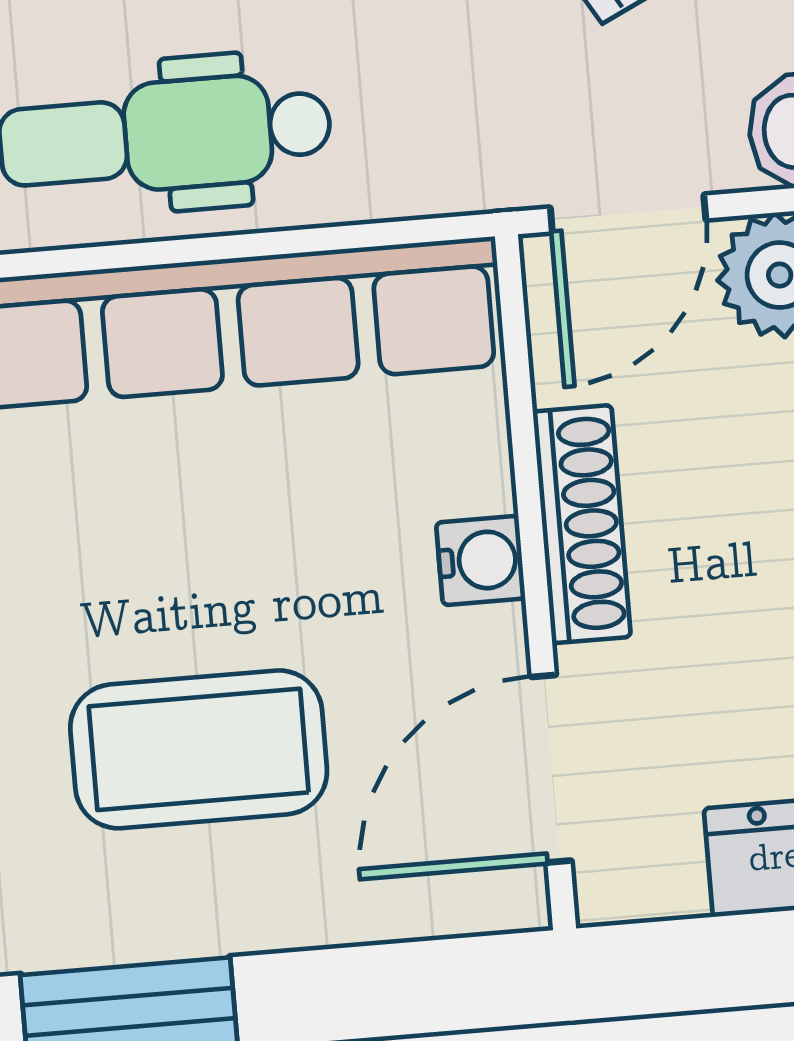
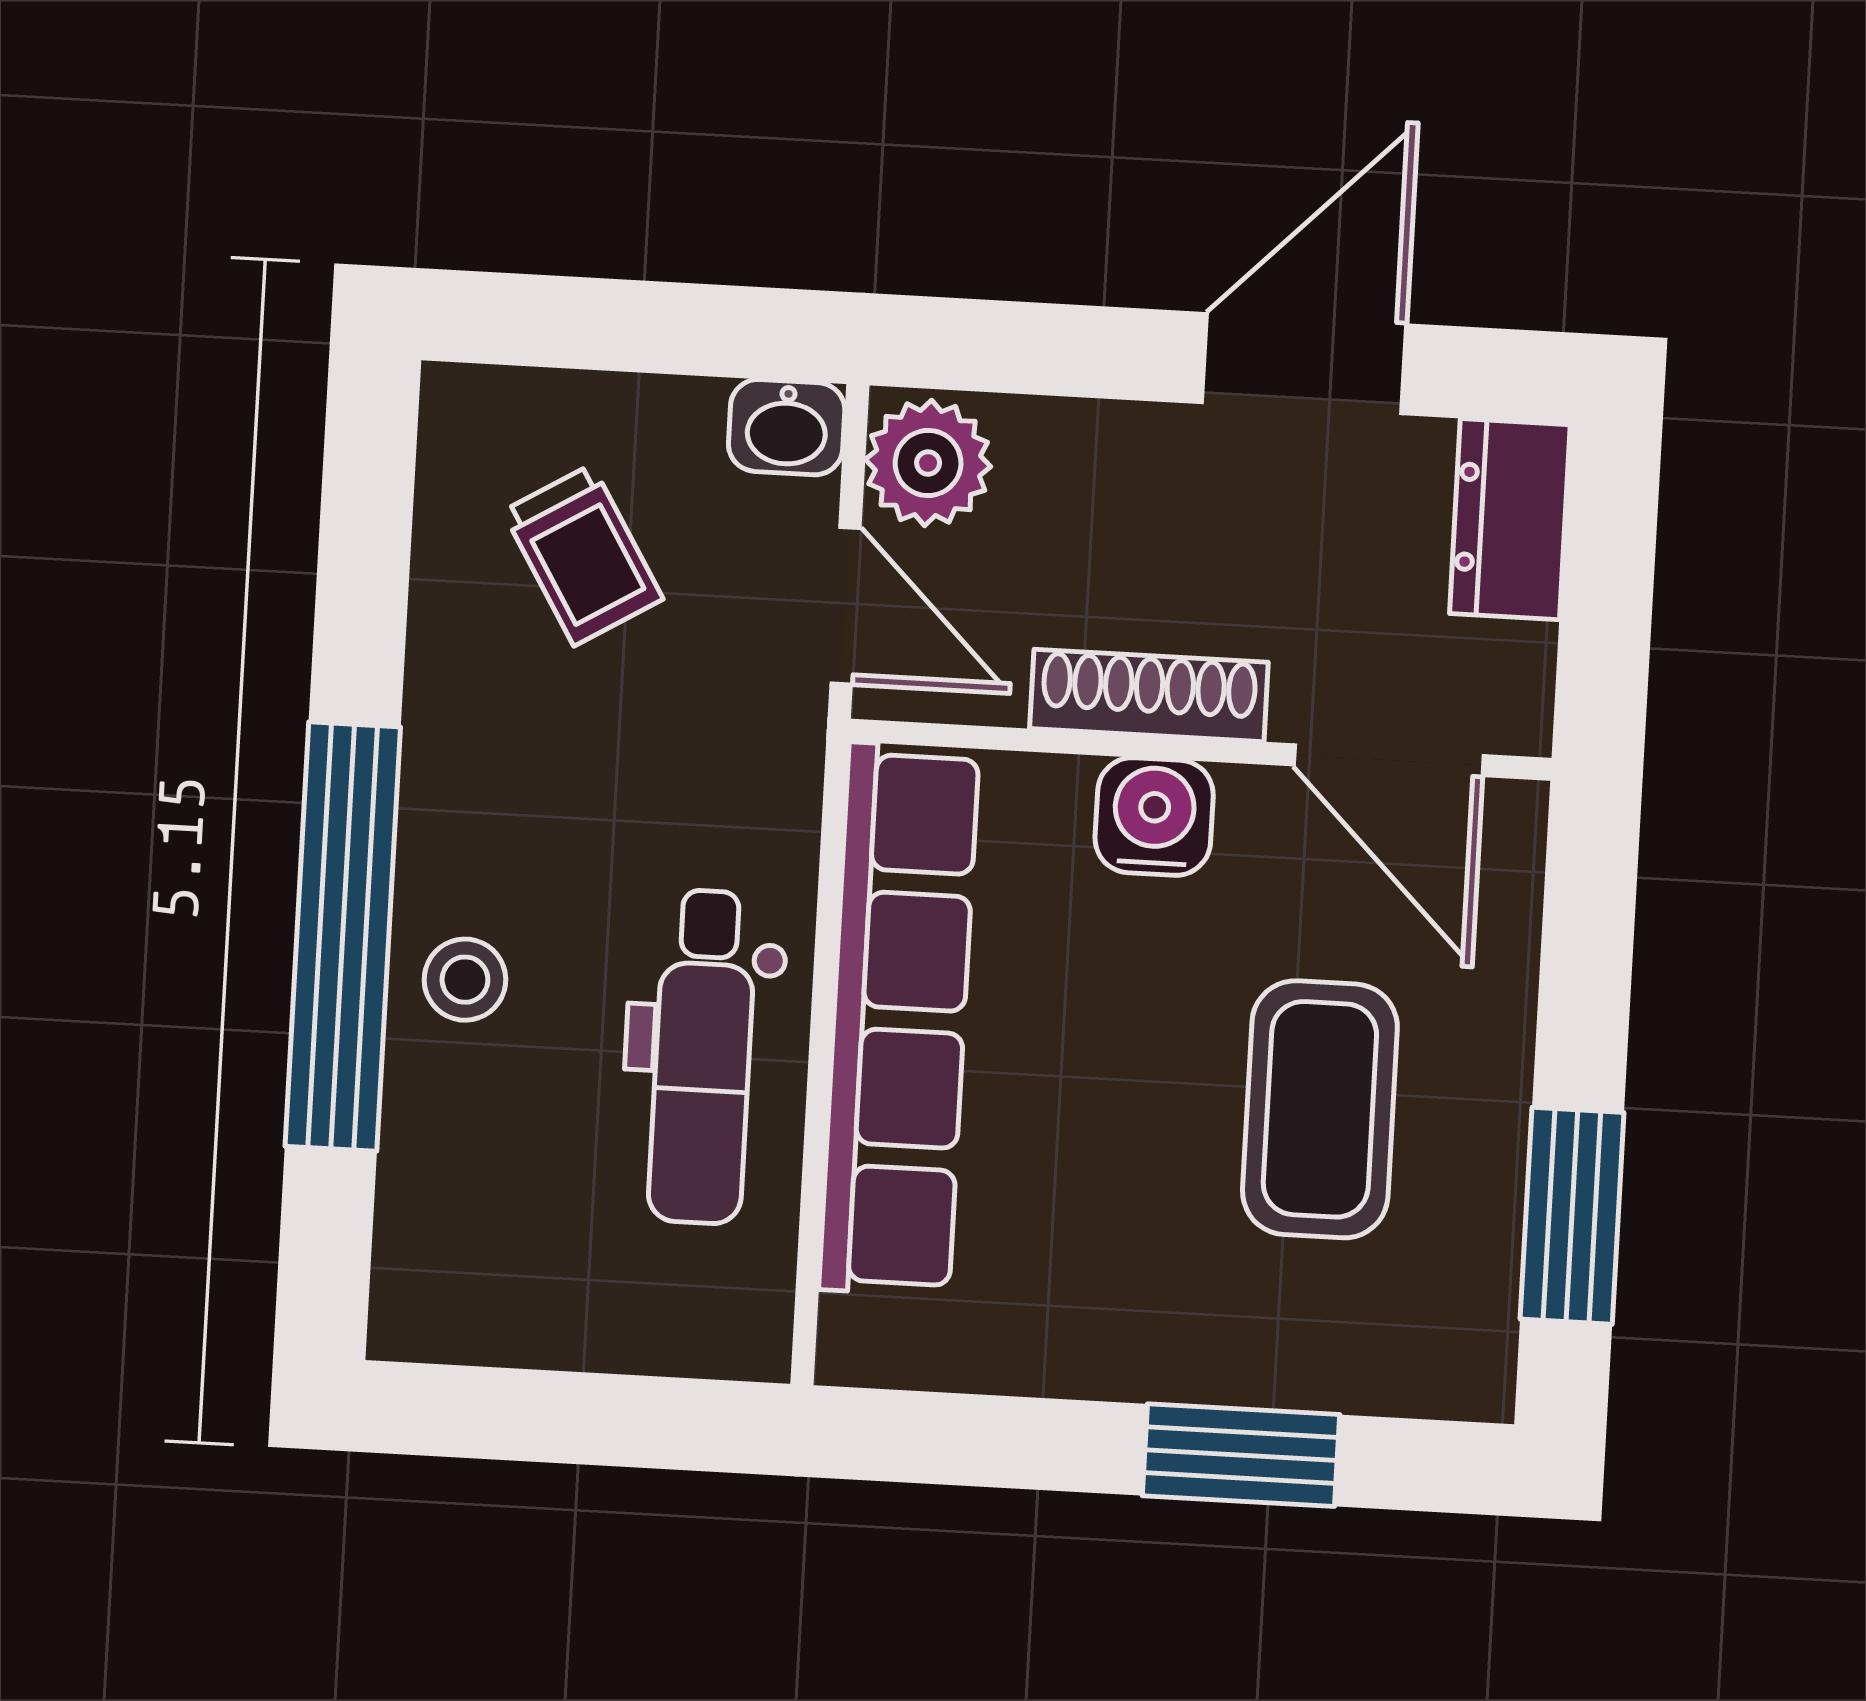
water cooler: (481, 560) -> (1154, 817), width x1.38, depth x1.38

